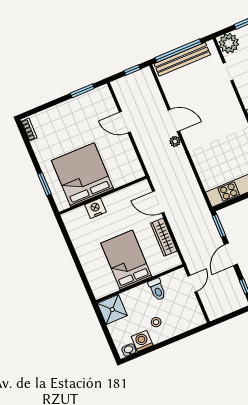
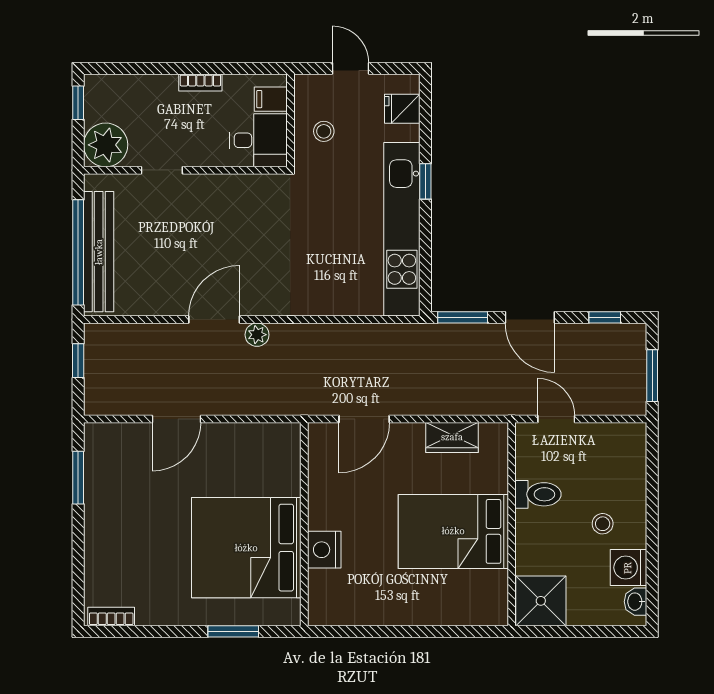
wardrobe: (164, 237) -> (452, 437), width x0.67
window: (228, 317) -> (652, 376), added

